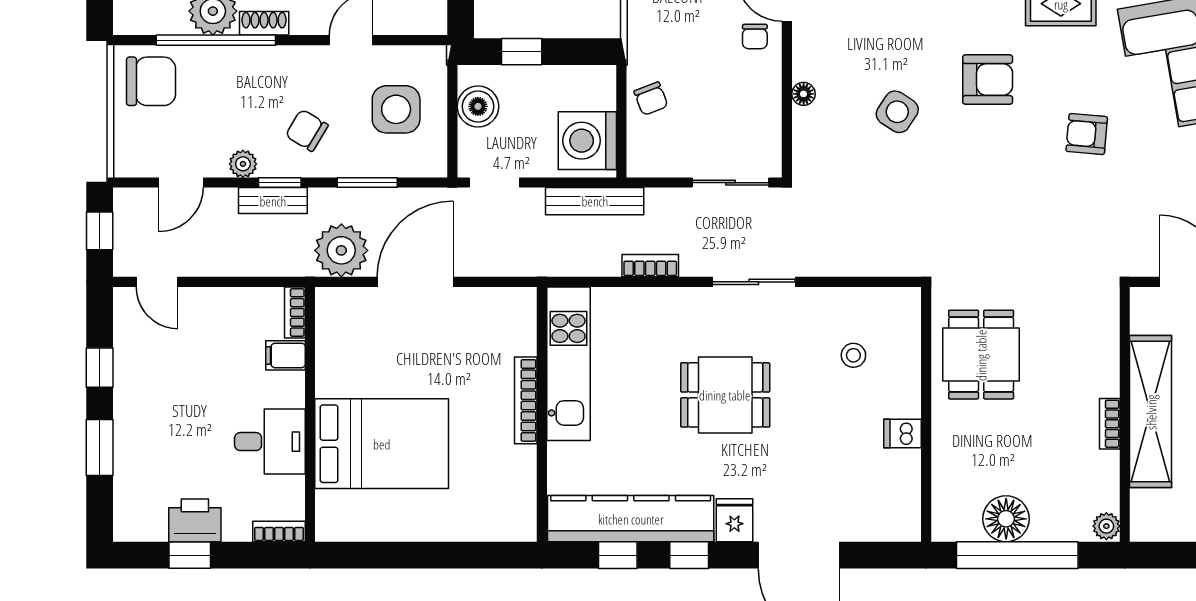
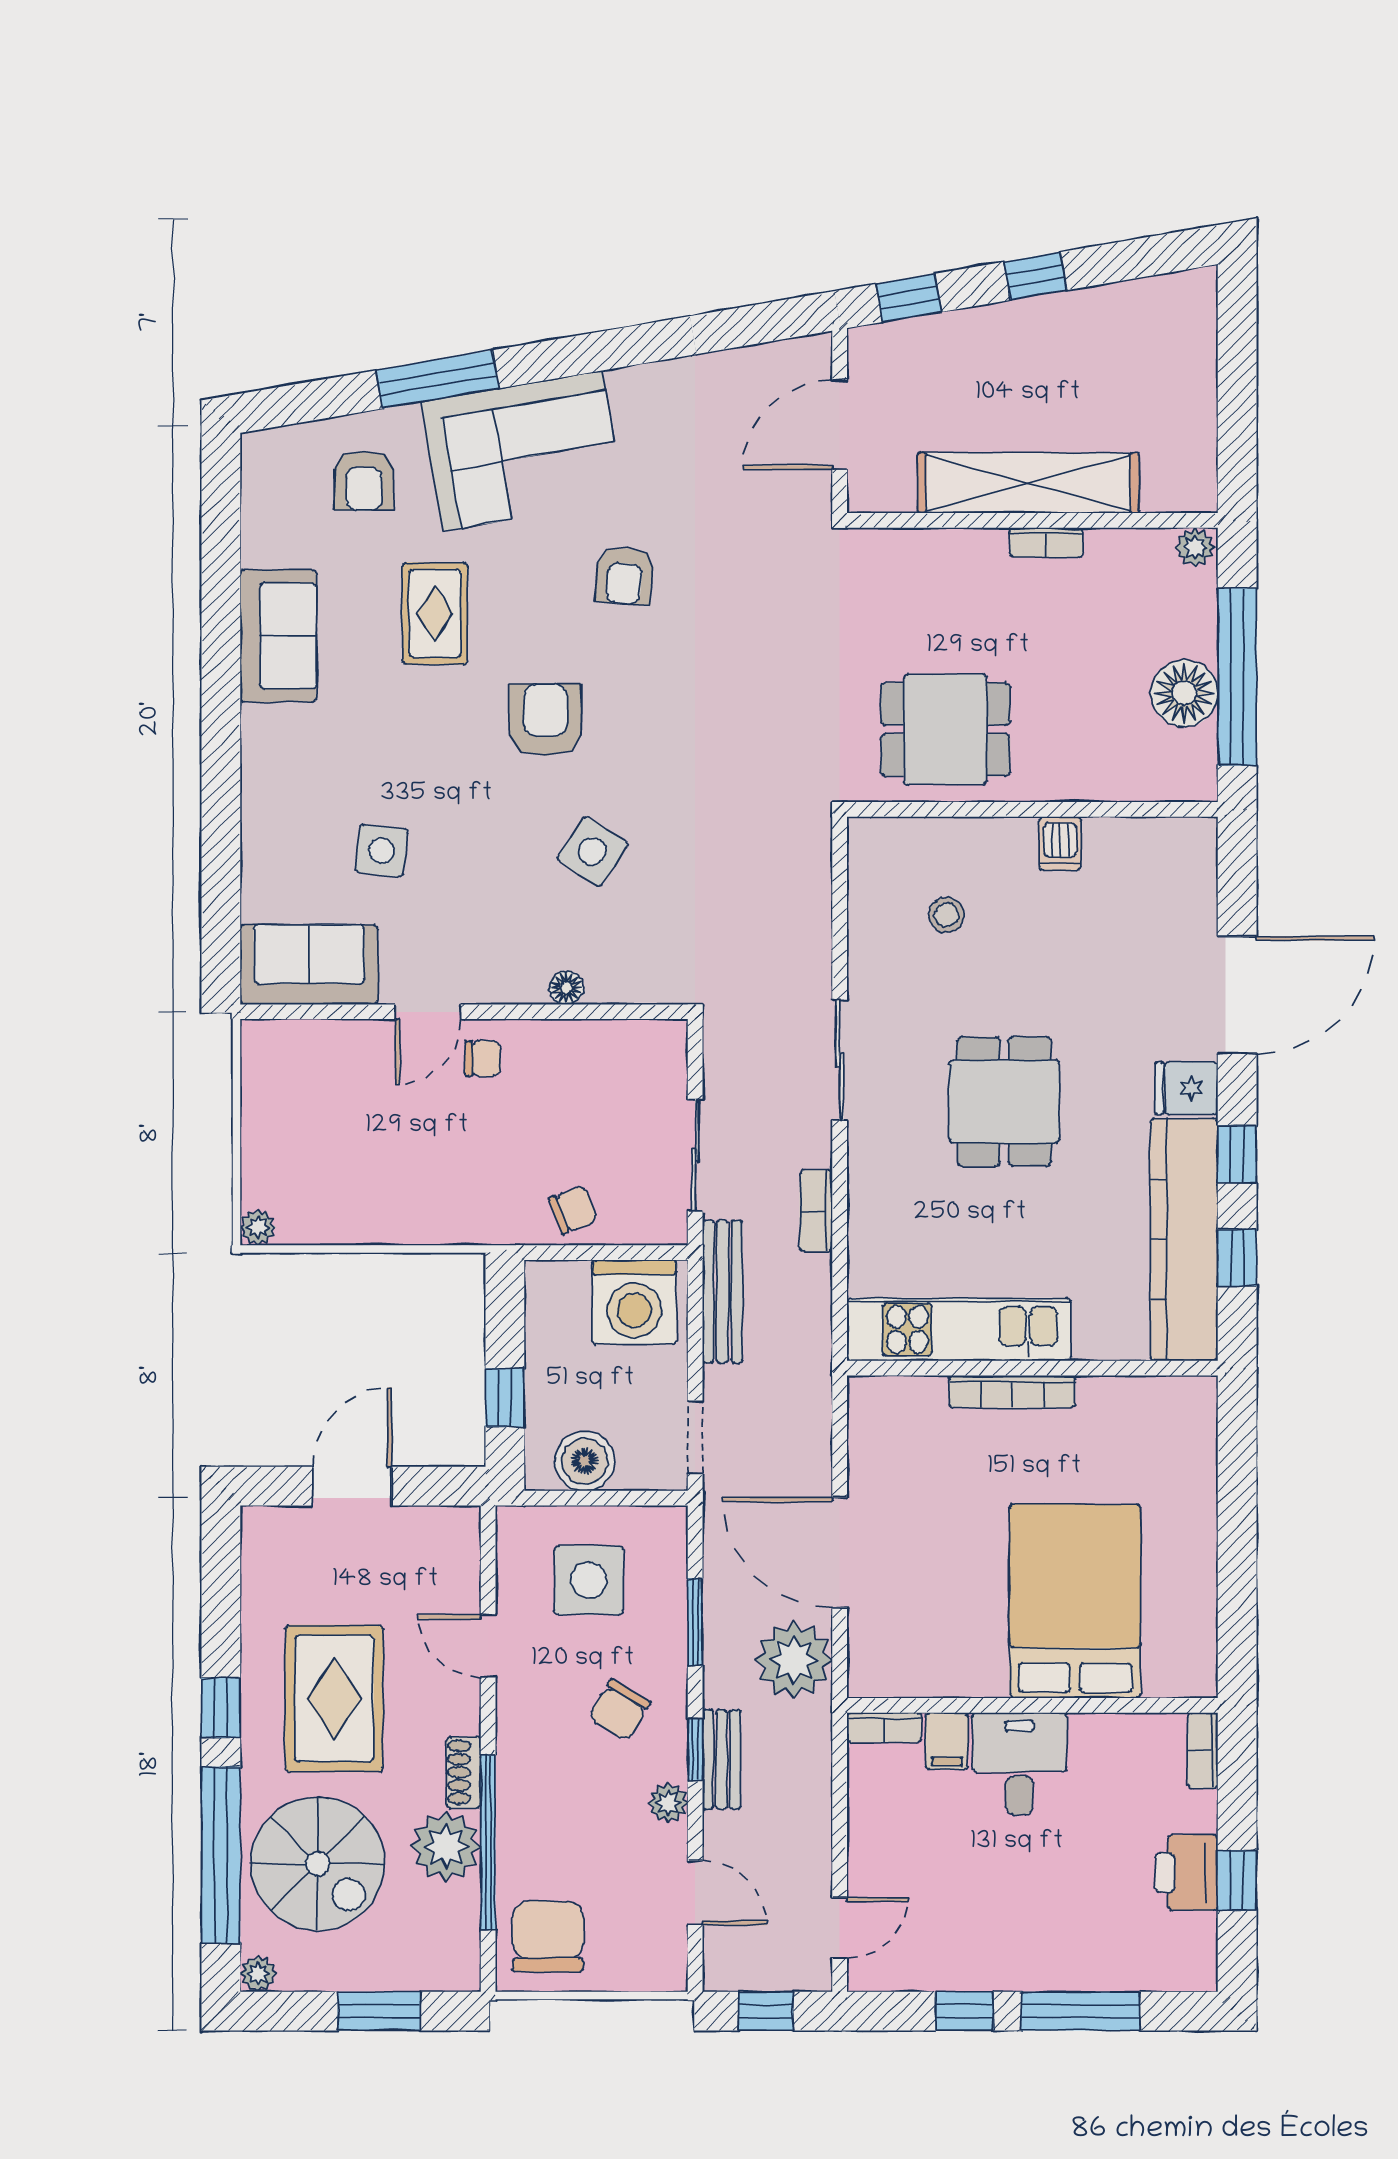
sliding door: (731, 183) -> (695, 1155), moved
desk: (270, 442) -> (1019, 1764), moved
window: (100, 447) -> (1080, 2011), width x1.44

